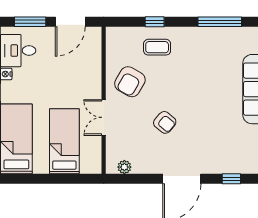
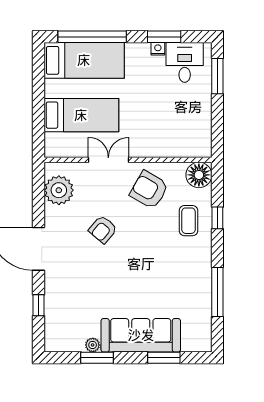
door: (70, 22) -> (217, 122), removed
floor lamp: (117, 38) -> (199, 175), added
plant: (124, 167) -> (59, 190), width x1.87, depth x1.87

